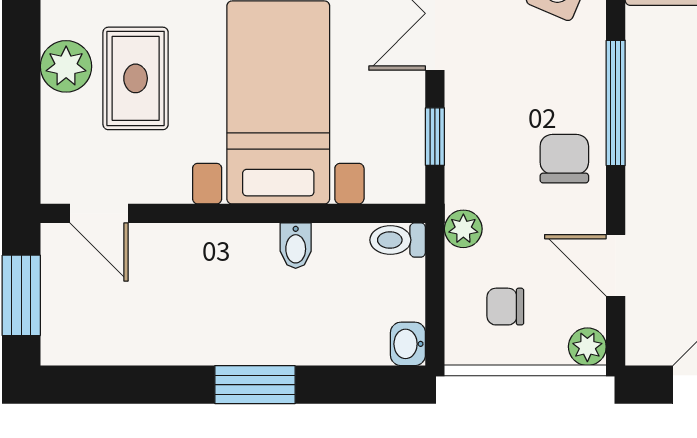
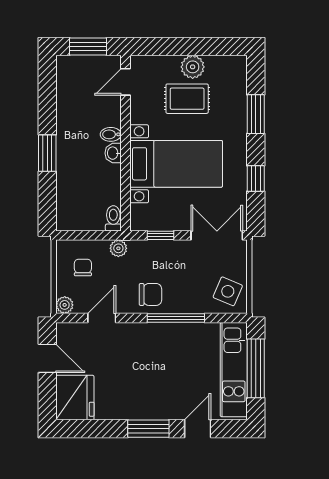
bidet: (296, 246) -> (111, 134), moved
washbasin: (408, 344) -> (113, 153), moved, turned -90

